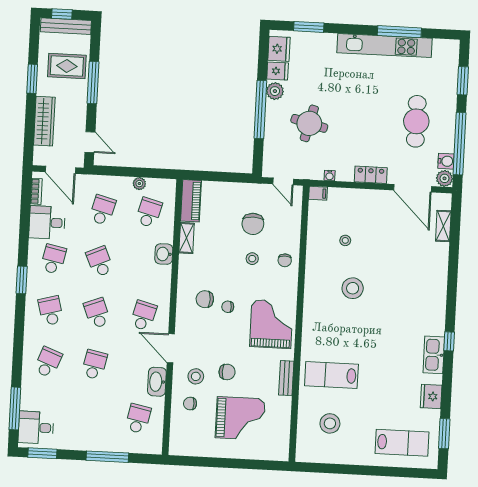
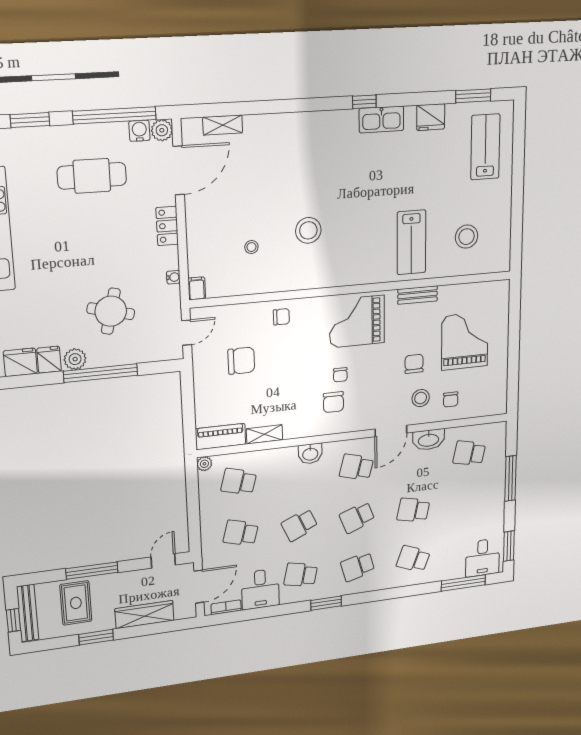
plant: (139, 184) -> (204, 464), moved
washbasin: (164, 254) -> (310, 454), moved
stool: (252, 259) -> (282, 355), removed

